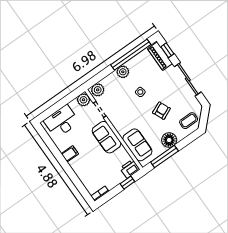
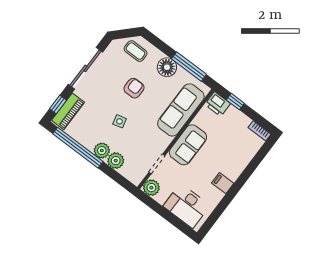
plant: (98, 90) -> (116, 161), moved
armchair: (161, 111) -> (134, 88), turned 114
sofa: (137, 145) -> (181, 110), width x1.36

